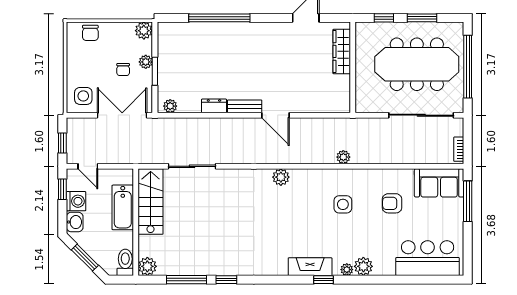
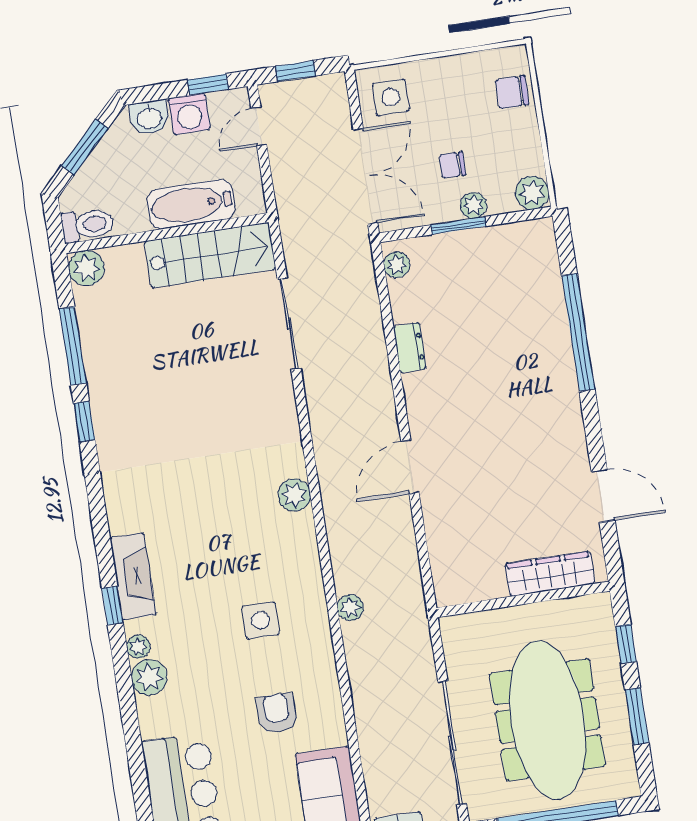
bench: (245, 106) -> (418, 406), removed

